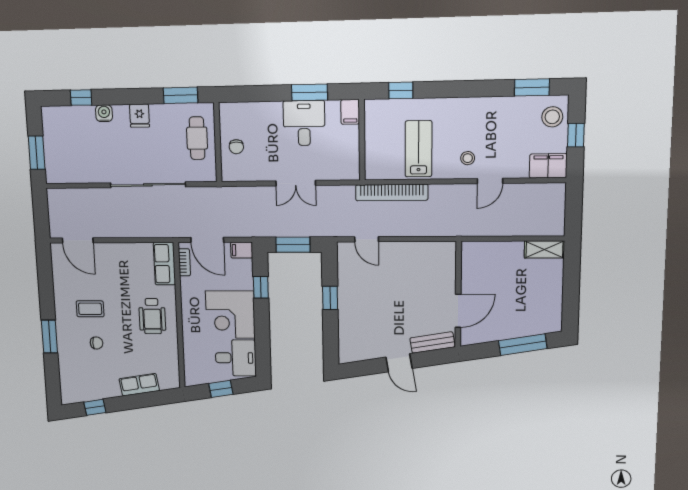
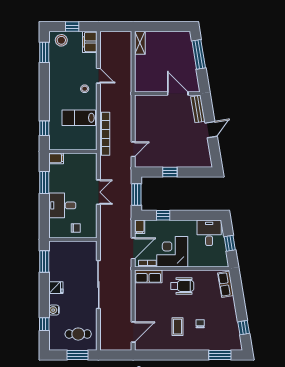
desk: (304, 123) -> (62, 205), moved
cafe table: (197, 138) -> (78, 334), moved
corner desk: (230, 315) -> (172, 252), moved, turned 180
window: (49, 337) -> (220, 355), moved
row of seats: (139, 385) -> (226, 284), moved

